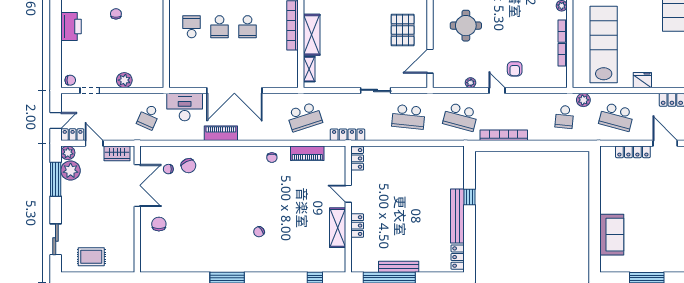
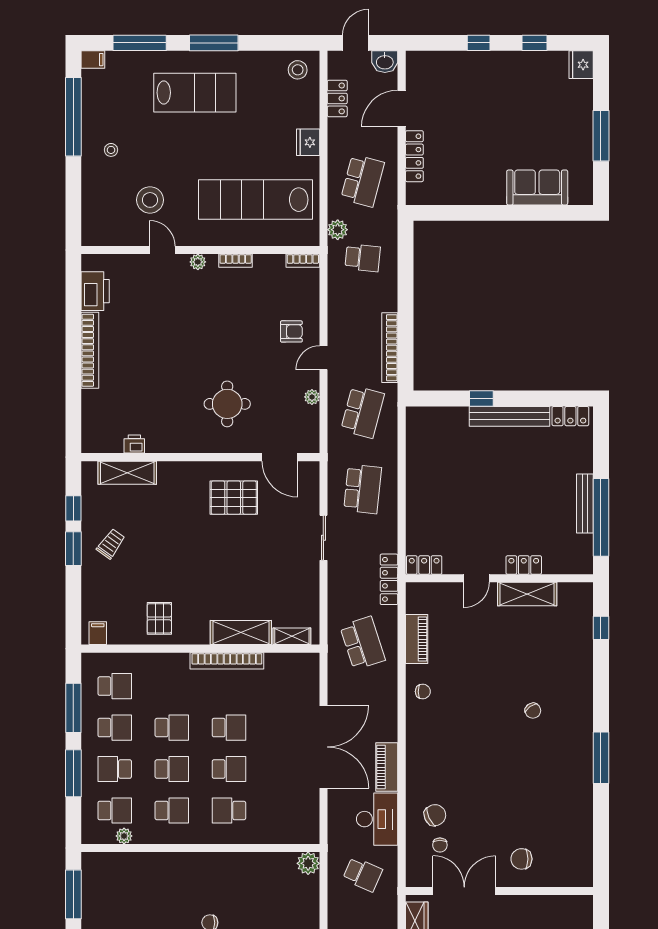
bookcase: (563, 55) -> (303, 261), moved
plant: (124, 80) -> (308, 863), moved
desk: (185, 107) -> (377, 819), moved, turned 180

